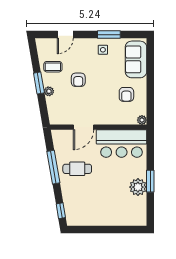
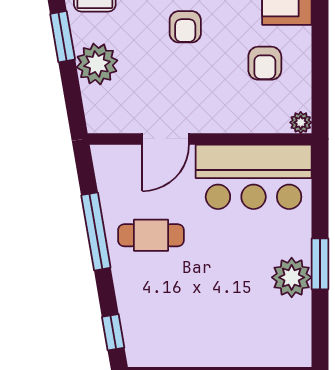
armchair: (78, 80) -> (185, 27), moved
plant: (49, 91) -> (97, 64), width x1.88, depth x1.88

